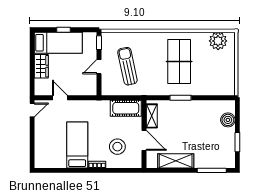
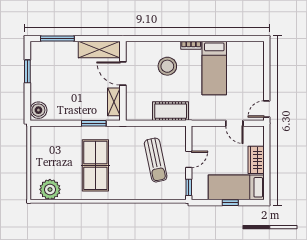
cot: (126, 108) -> (171, 111), moved
shelving: (152, 116) -> (114, 102), moved
boiler: (228, 120) -> (38, 110), moved
wall: (144, 134) -> (123, 81), moved
door: (144, 140) -> (123, 74), moved

